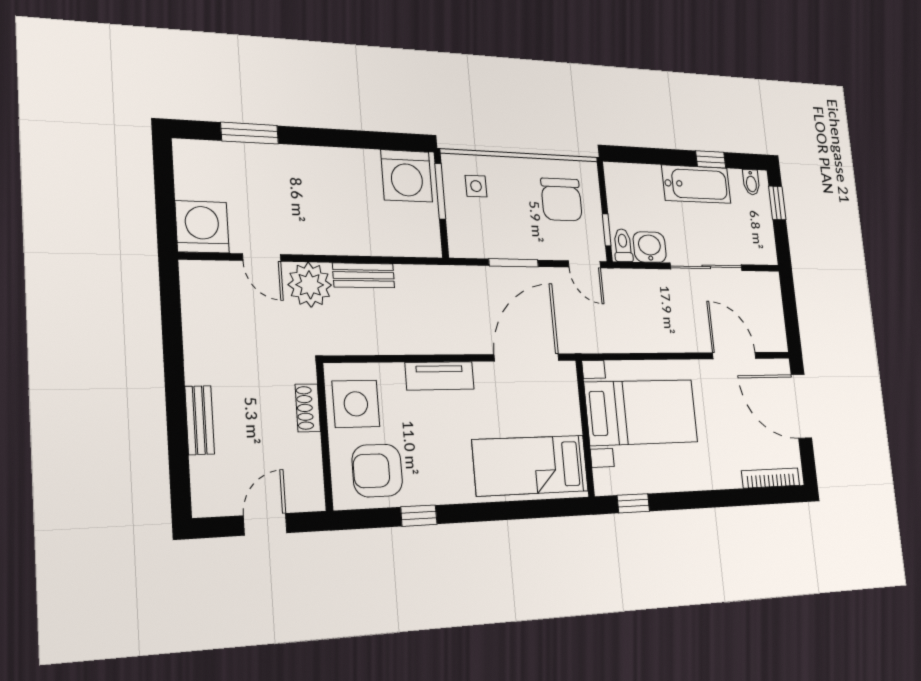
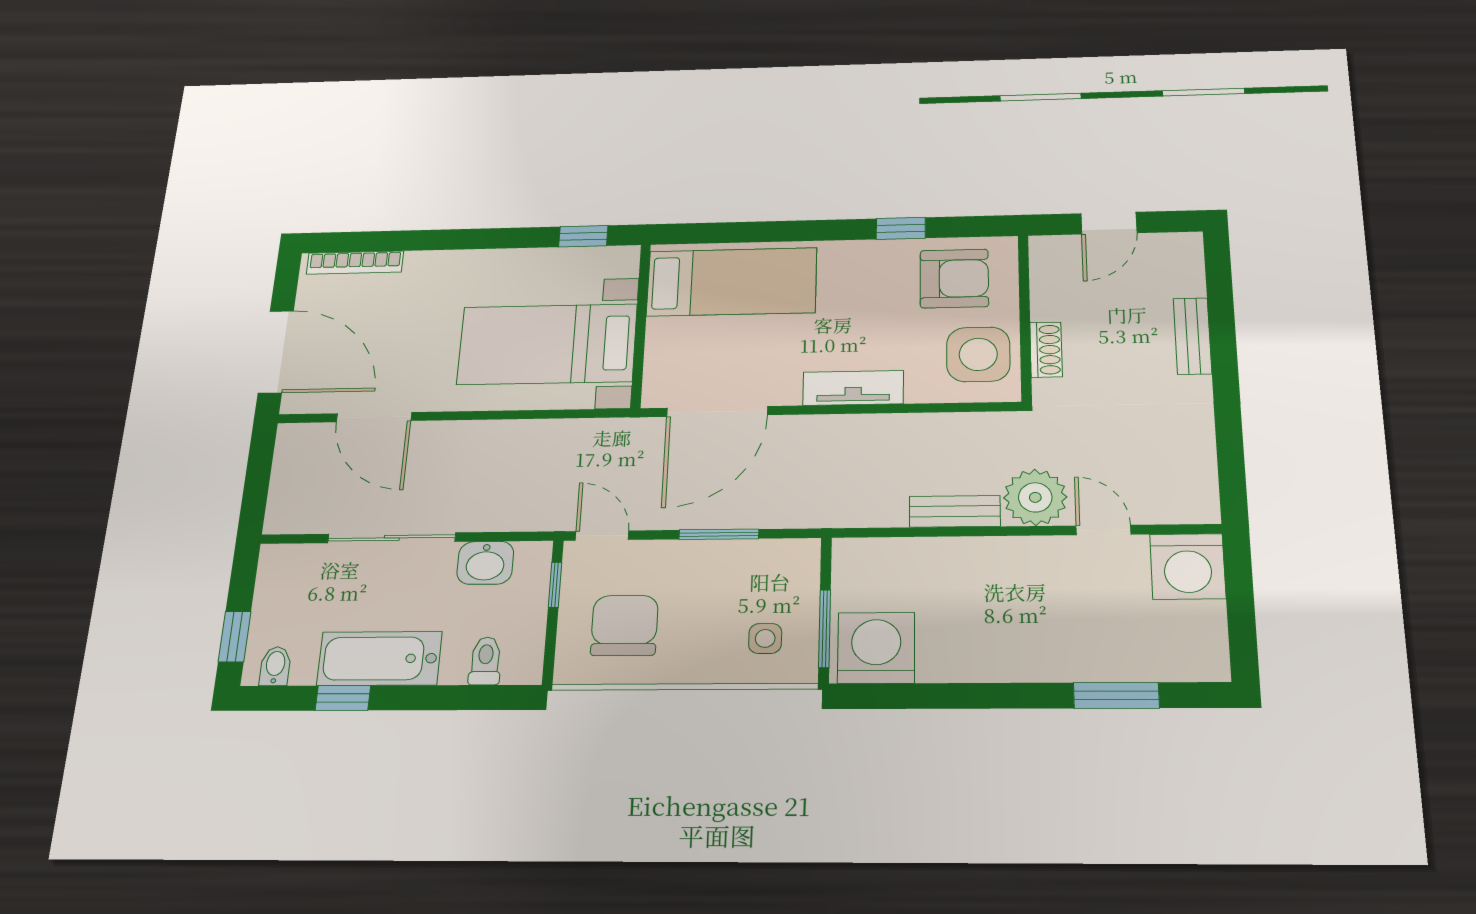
toilet: (623, 245) -> (485, 661), moved, turned 180

